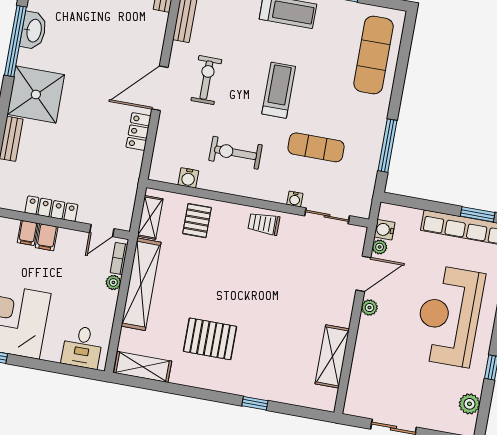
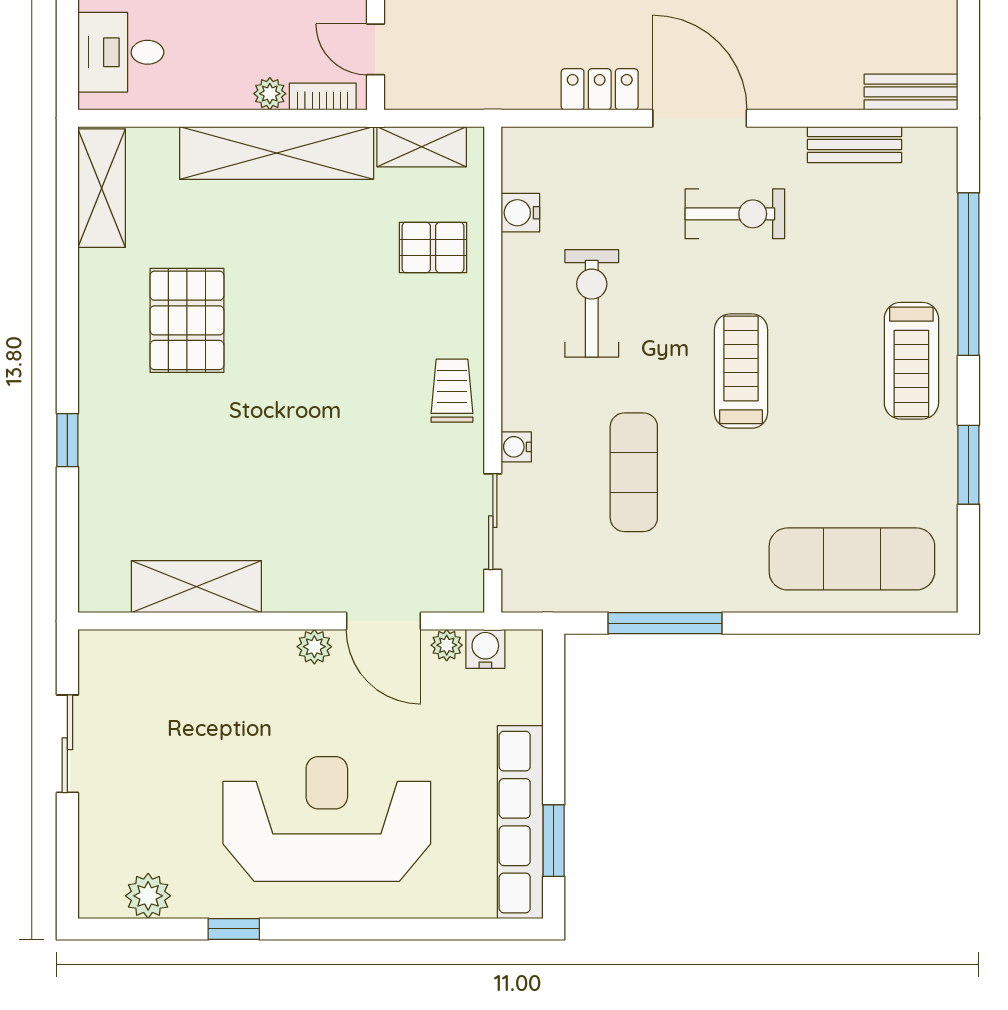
treadmill: (279, 90) -> (741, 371), turned -90

